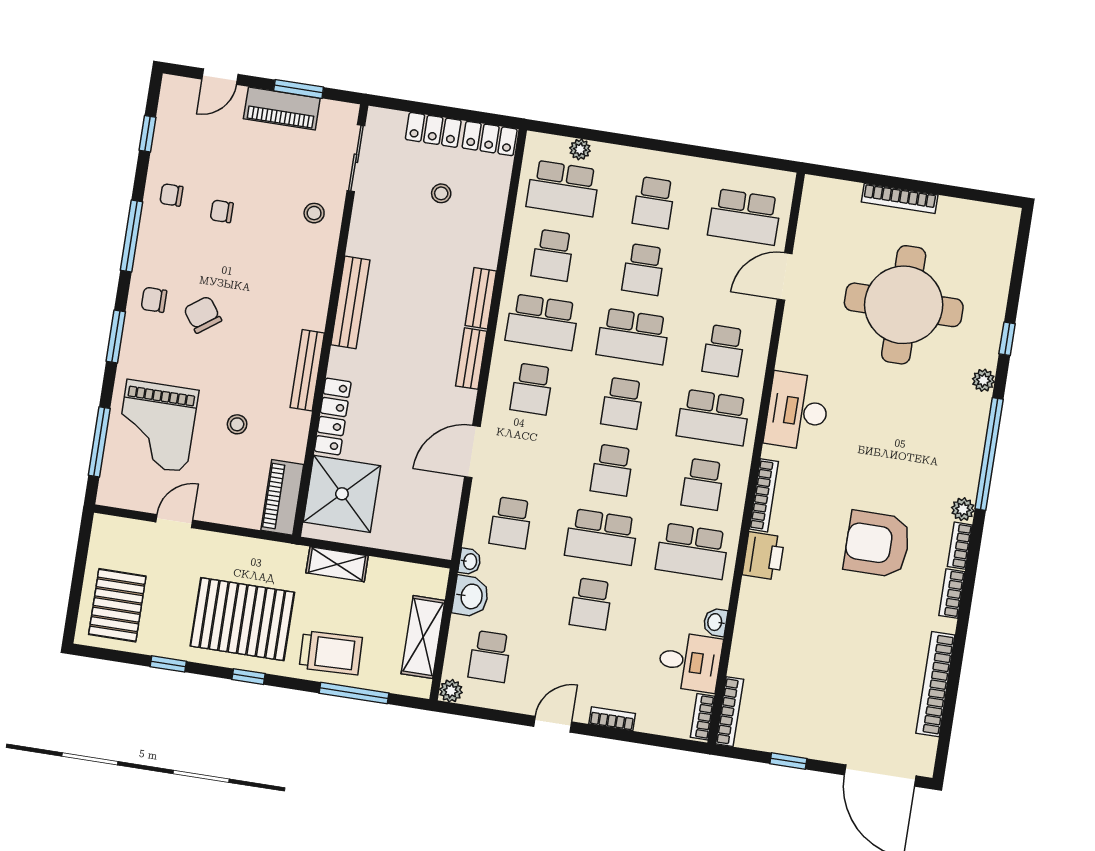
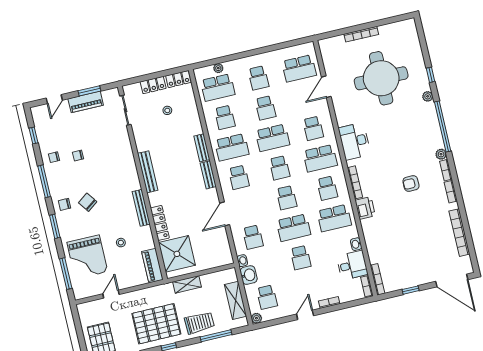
stool: (314, 213) -> (117, 140), removed
armchair: (877, 544) -> (411, 184), width x0.53, depth x0.53

